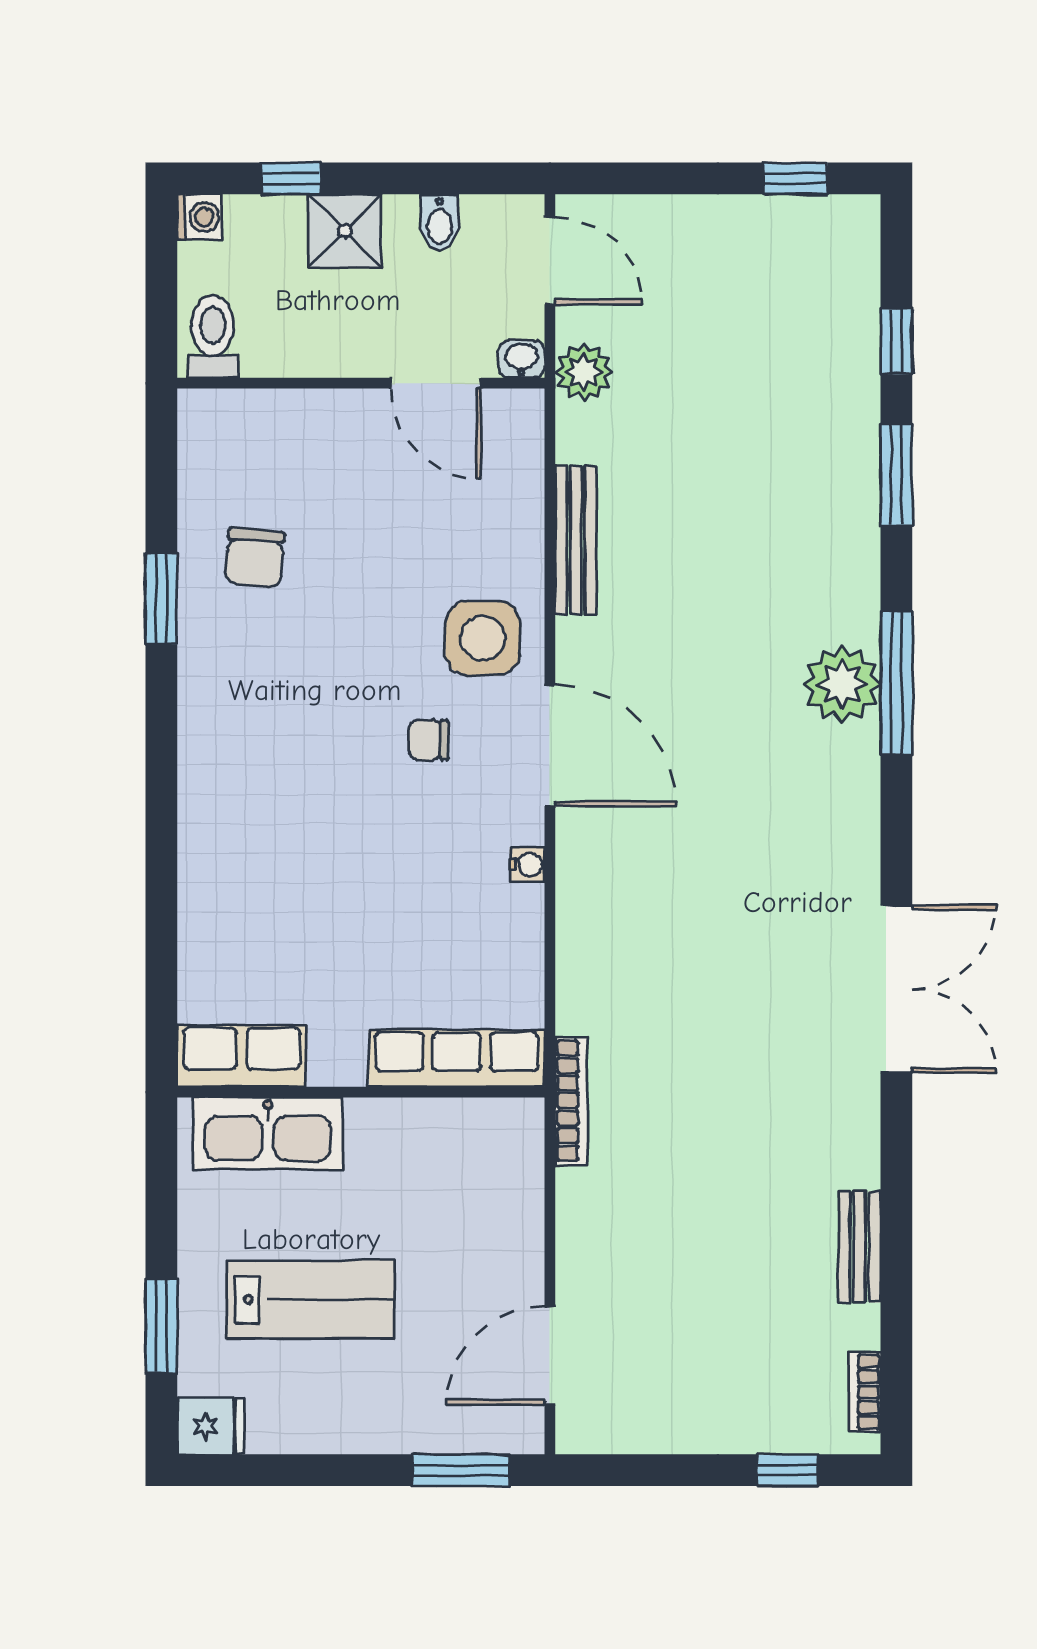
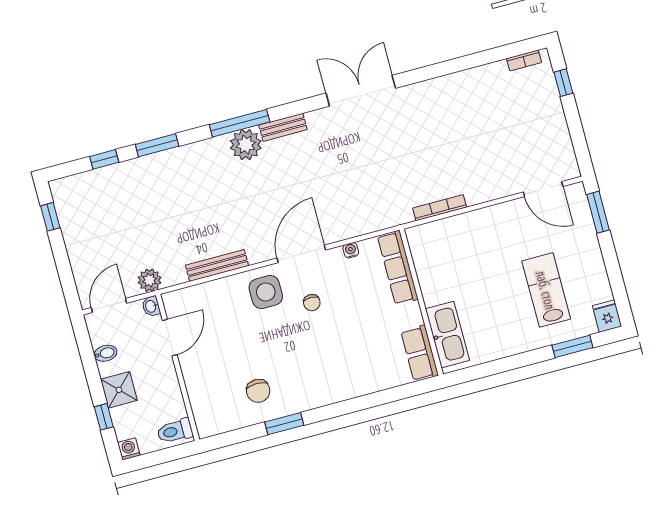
chair: (255, 558) -> (258, 391), turned 86
row of seats: (242, 1056) -> (420, 353), moved
row of seats: (457, 1058) -> (398, 268), moved
wall: (361, 1092) -> (421, 302), moved
kitchen sink: (268, 1133) -> (447, 335), moved
bench: (859, 1247) -> (283, 127), moved

